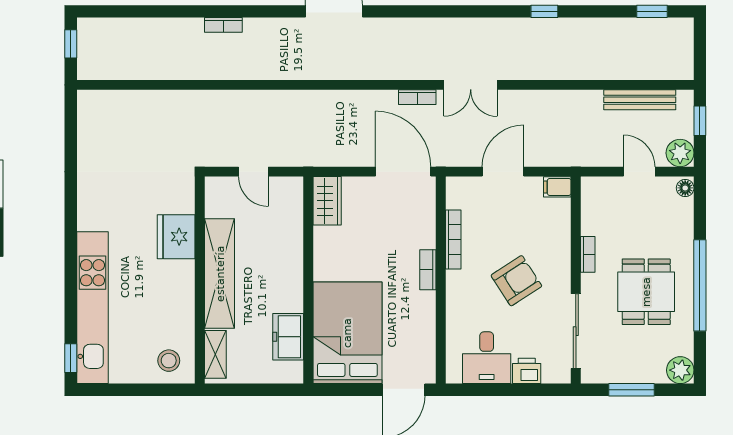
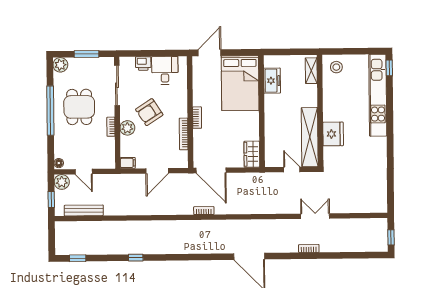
double door: (471, 85) -> (315, 216), moved
plant: (557, 252) -> (127, 128), added
shelving: (220, 274) -> (310, 137), moved

